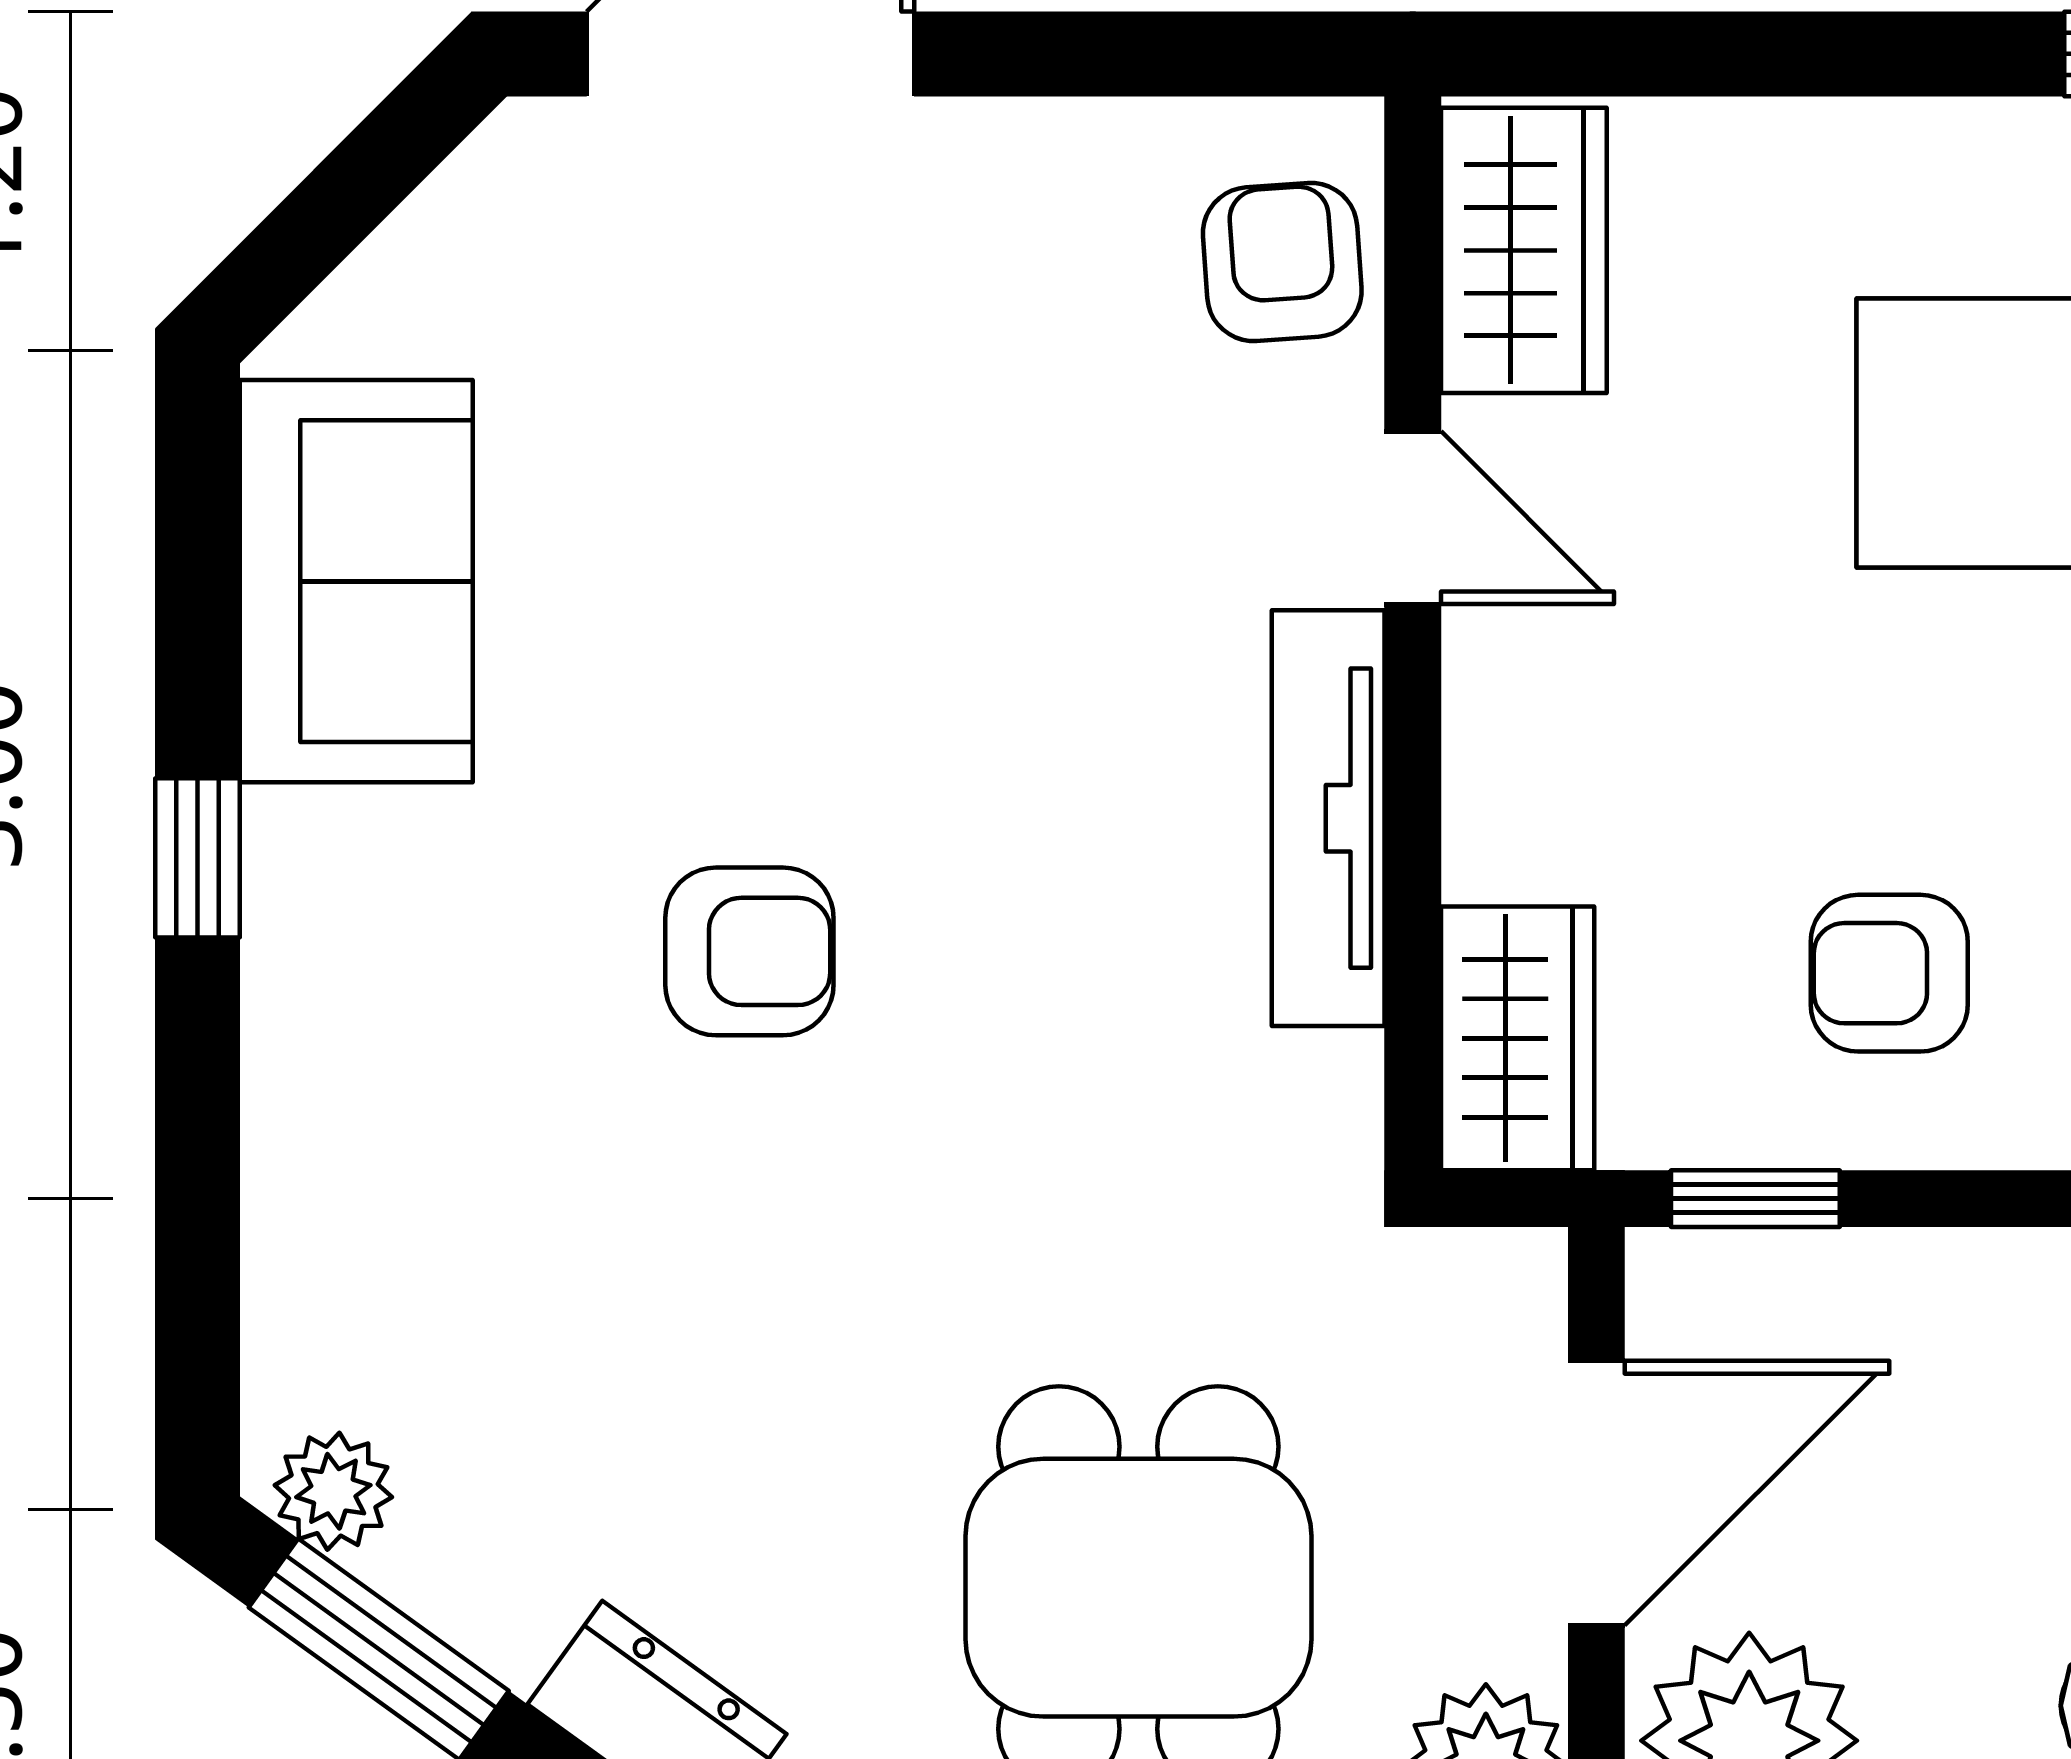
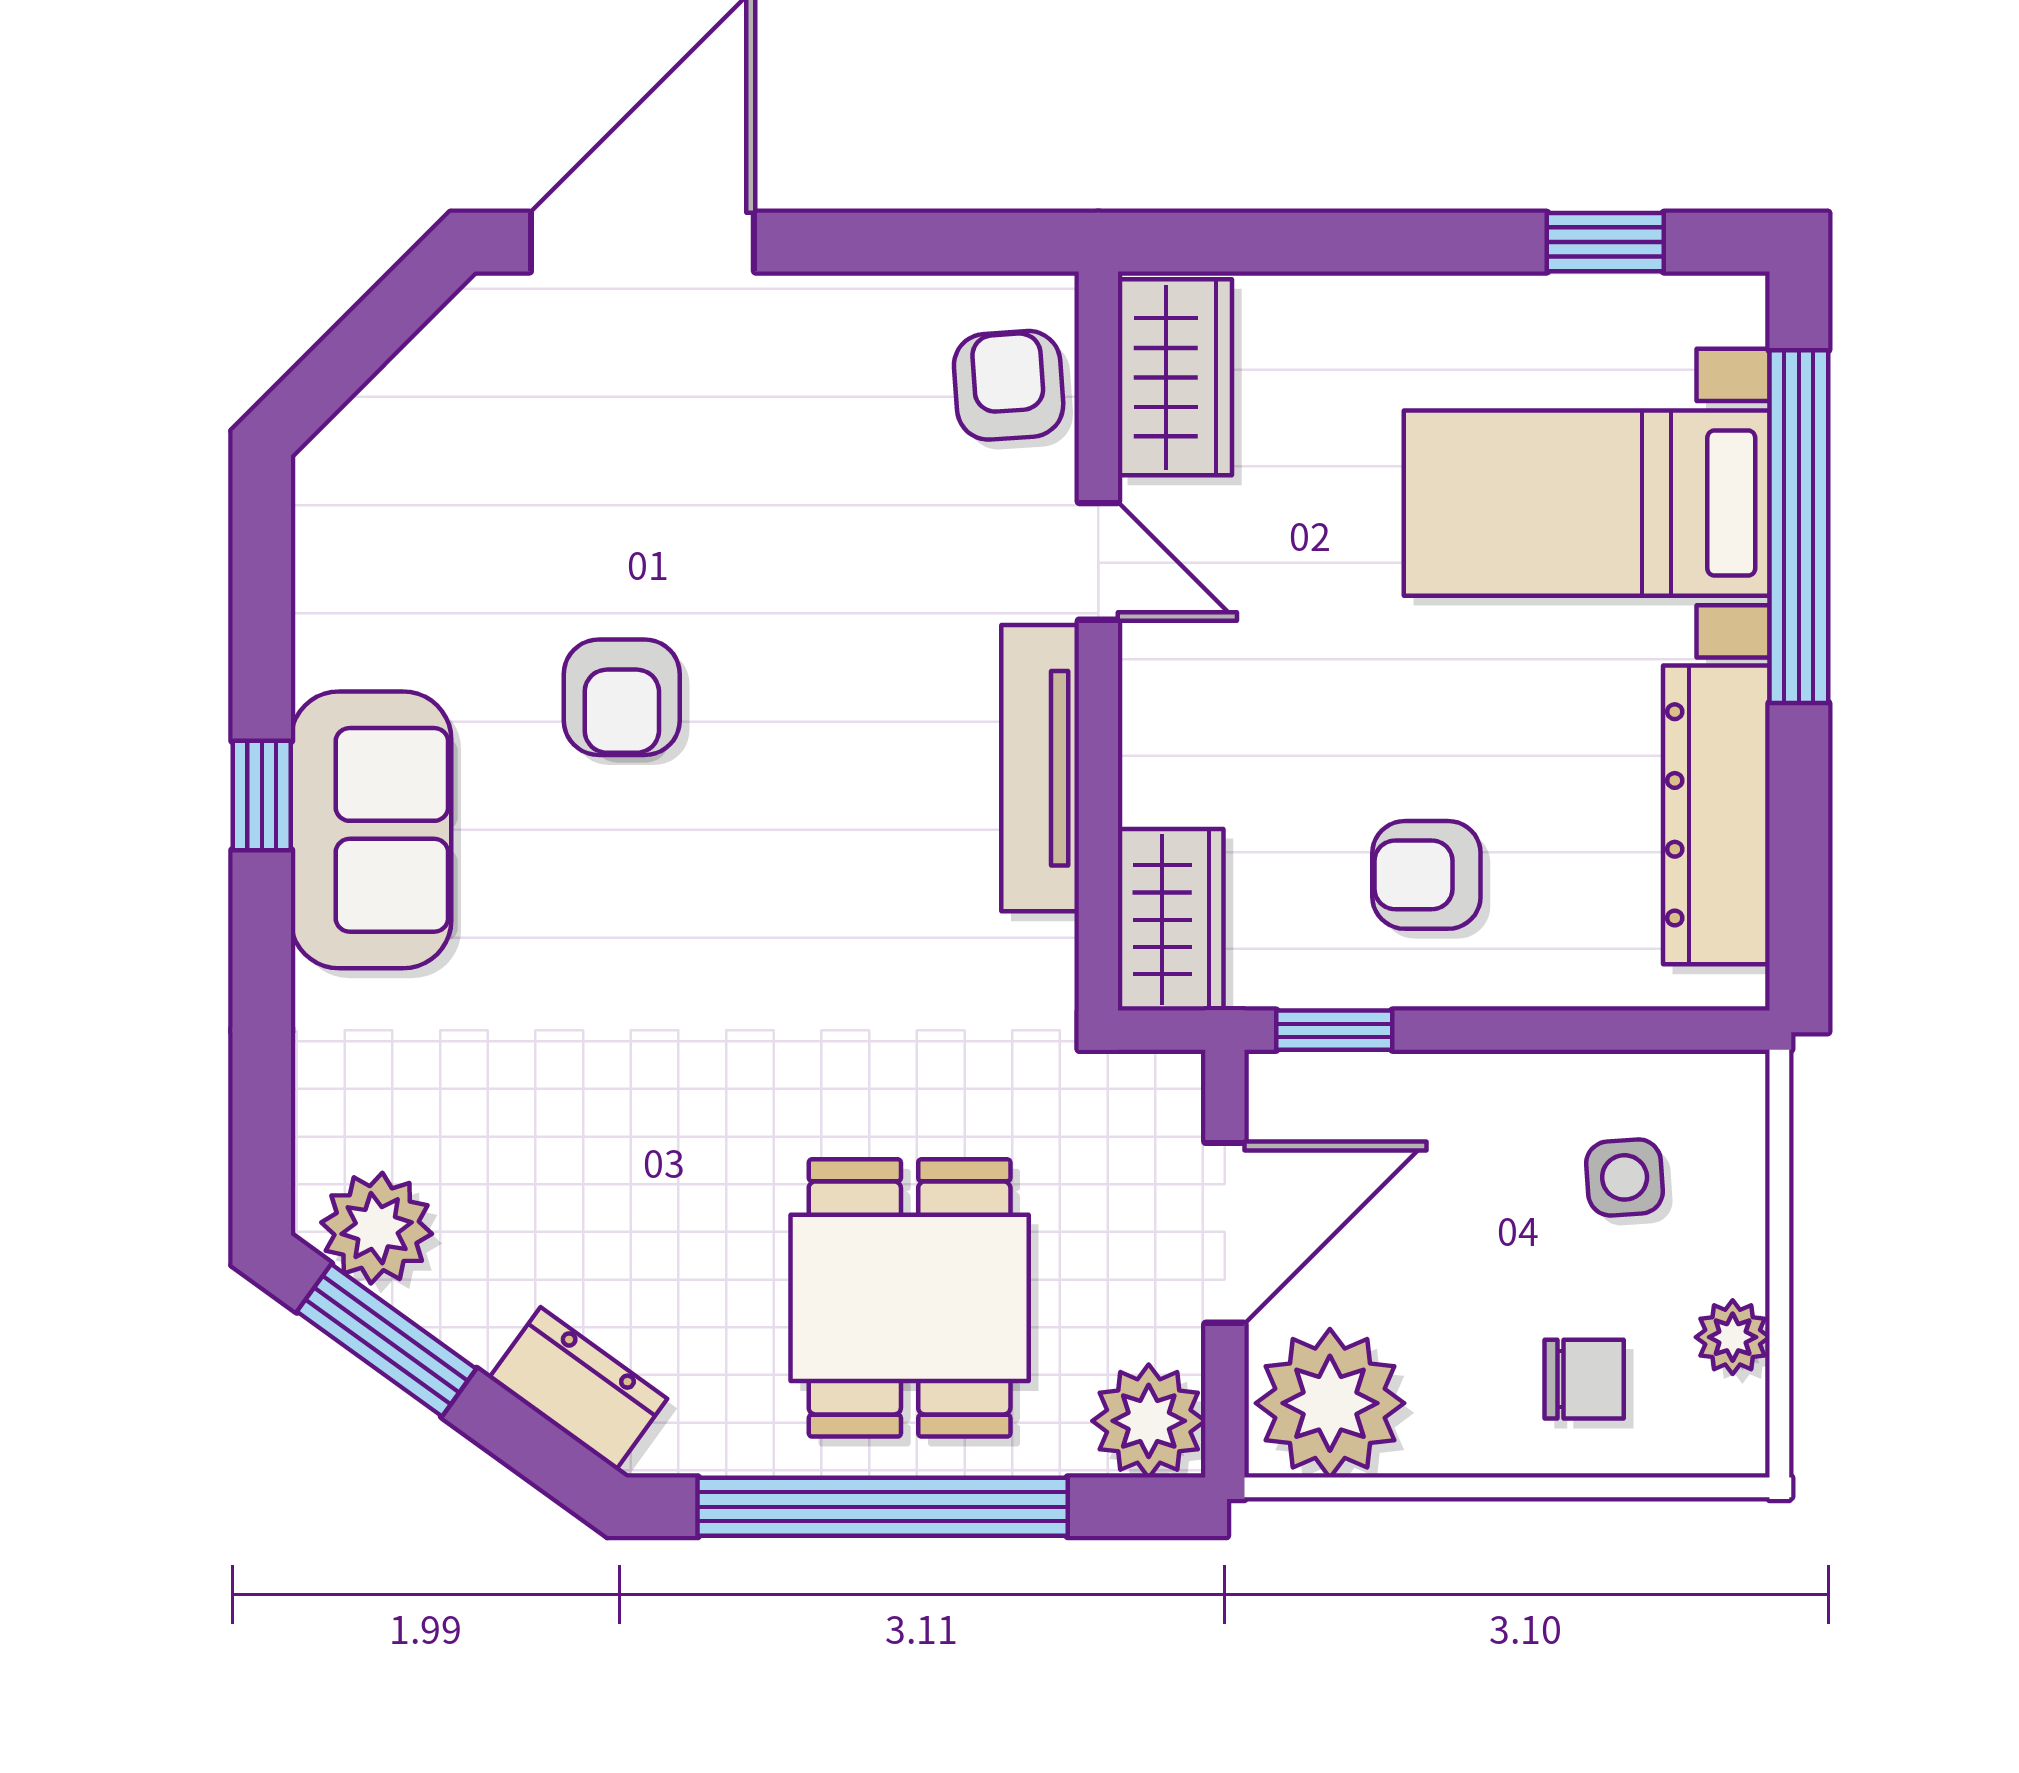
sofa: (356, 581) -> (371, 830), moved
armchair: (749, 951) -> (622, 697), moved, turned 90
plant: (333, 1491) -> (377, 1228), width x1.38, depth x1.38

